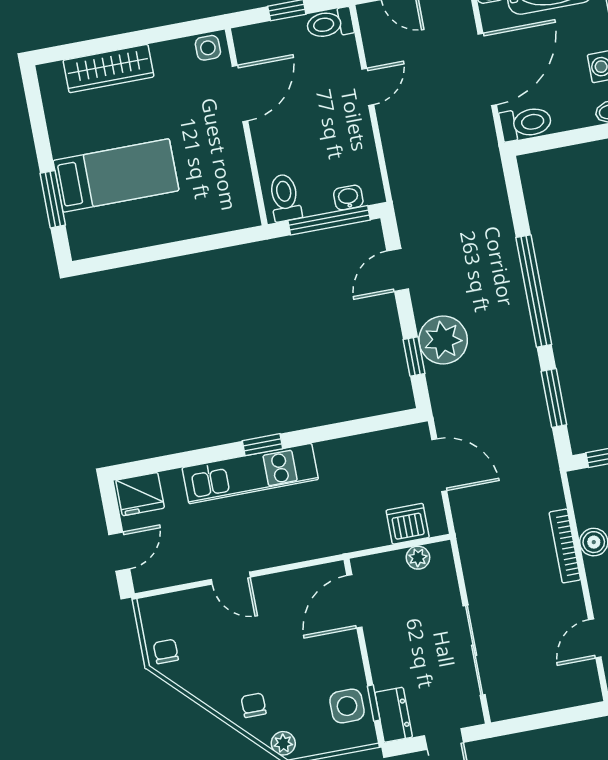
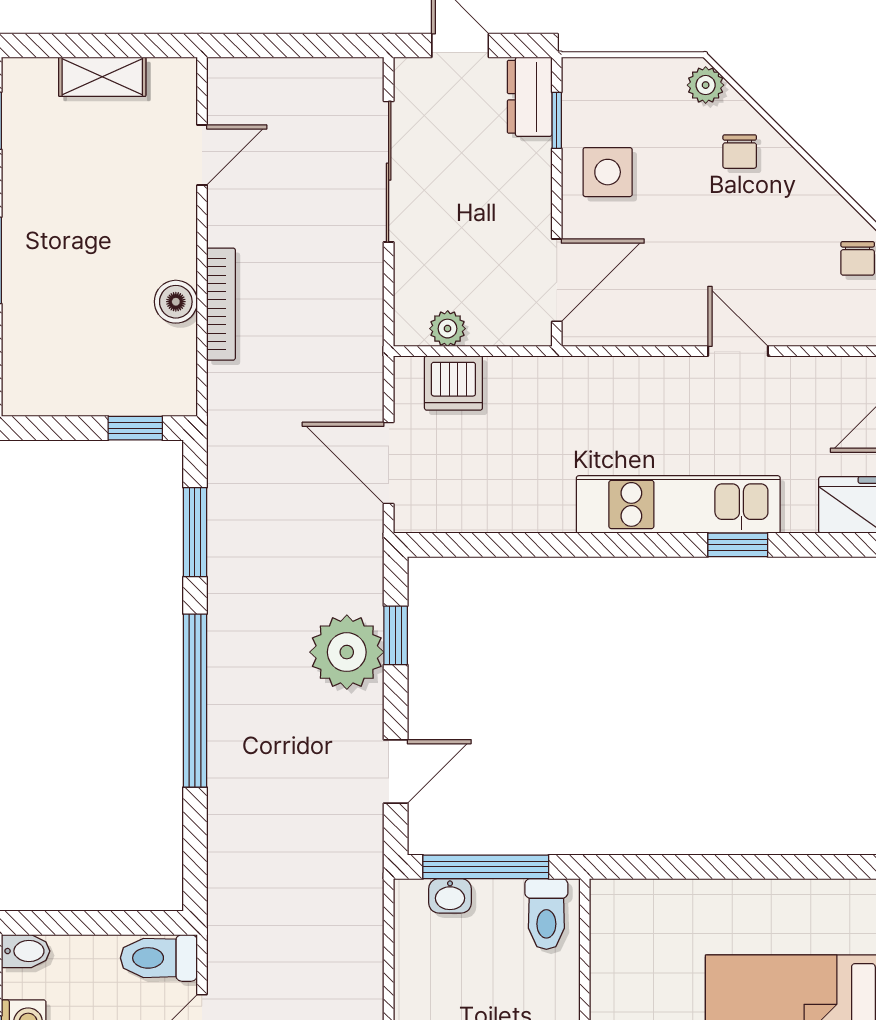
window: (263, 445) -> (738, 545), moved
side table: (347, 706) -> (608, 172), moved

